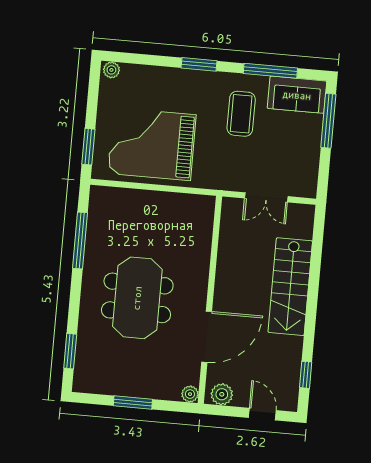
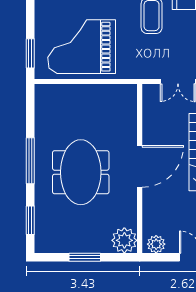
window: (80, 241) -> (30, 161), moved
door: (207, 337) -> (140, 166), moved
plant: (190, 394) -> (124, 240), width x1.88, depth x1.88

